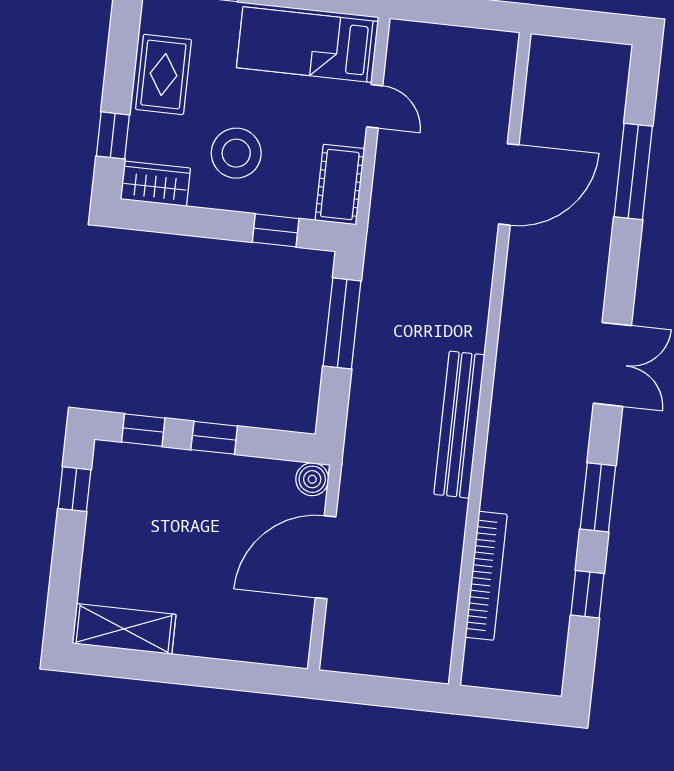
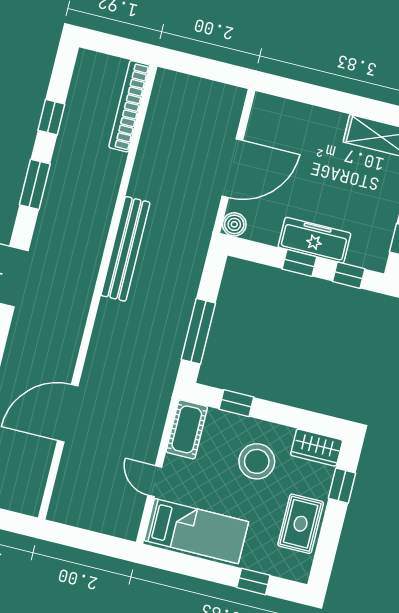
freezer: (197, 472) -> (314, 240), added
bookcase: (486, 576) -> (129, 106), moved

